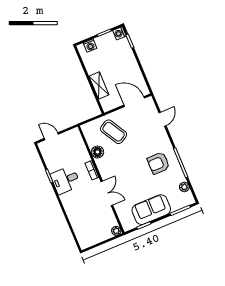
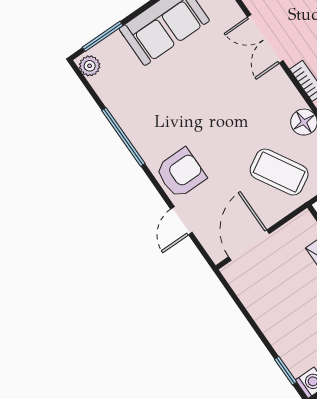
door: (134, 102) -> (249, 245), swing flipped
armchair: (158, 163) -> (181, 173), moved
plant: (184, 187) -> (90, 66), moved

